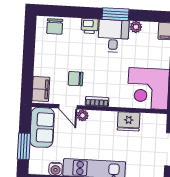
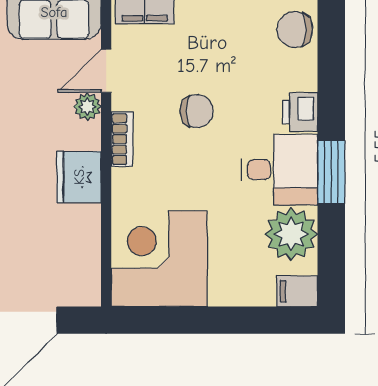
plant: (136, 27) -> (291, 234), width x1.88, depth x1.88
chair: (76, 79) -> (197, 111), moved, turned 90
fridge: (129, 121) -> (79, 177), moved

